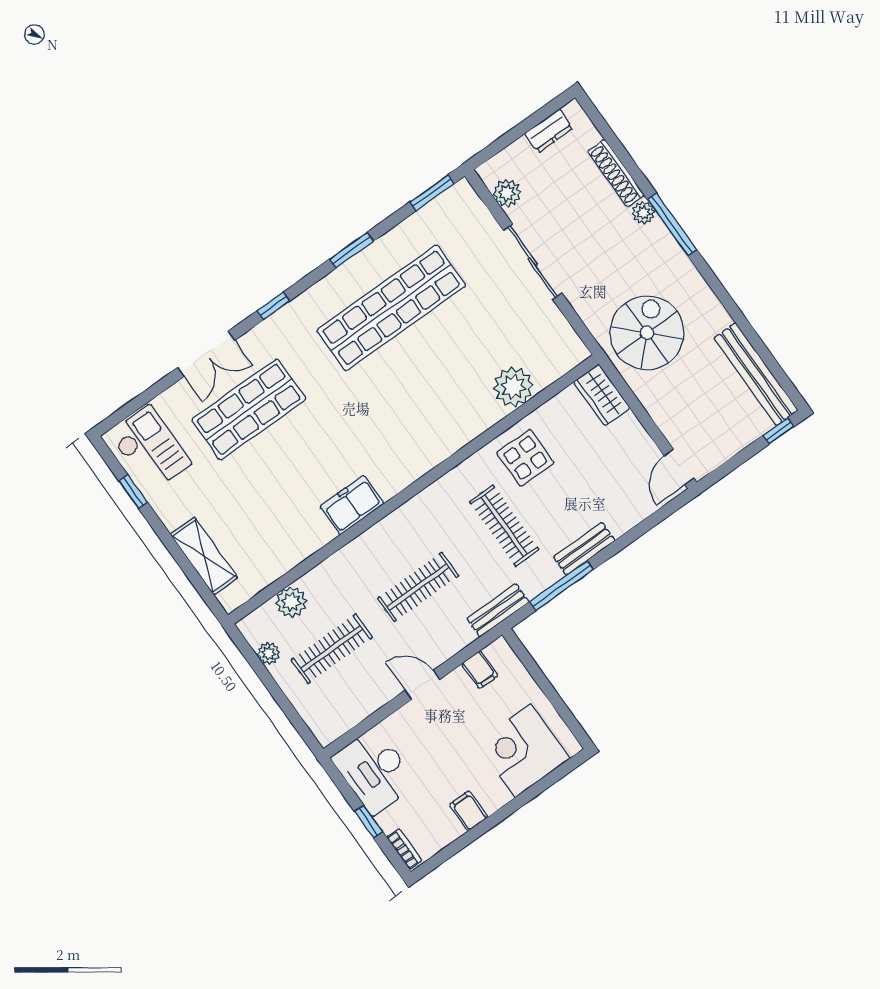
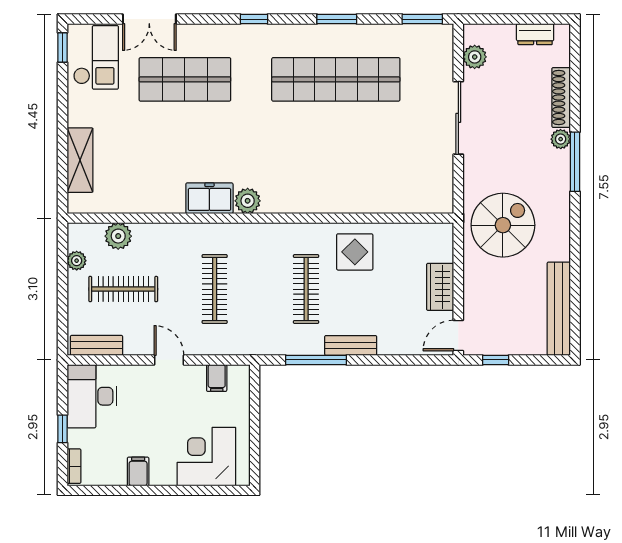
double door: (206, 354) -> (149, 19), moved
plant: (513, 387) -> (248, 201), moved, width x0.73, depth x0.73
wardrobe: (602, 395) -> (440, 287), moved
window: (779, 431) -> (496, 360), moved
window: (133, 492) -> (62, 47), moved
clothes rail: (418, 587) -> (215, 289), turned 90
bench: (498, 610) -> (96, 345), moved

